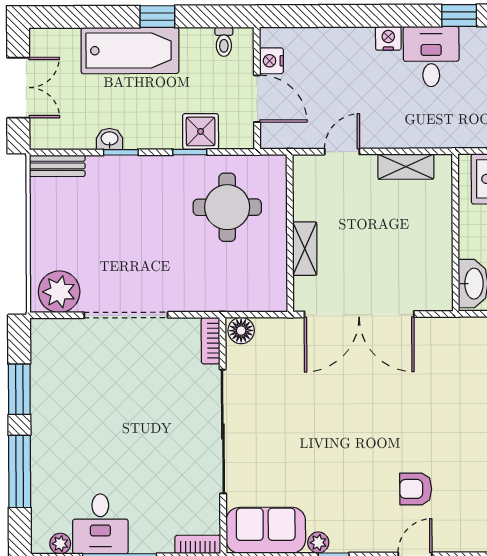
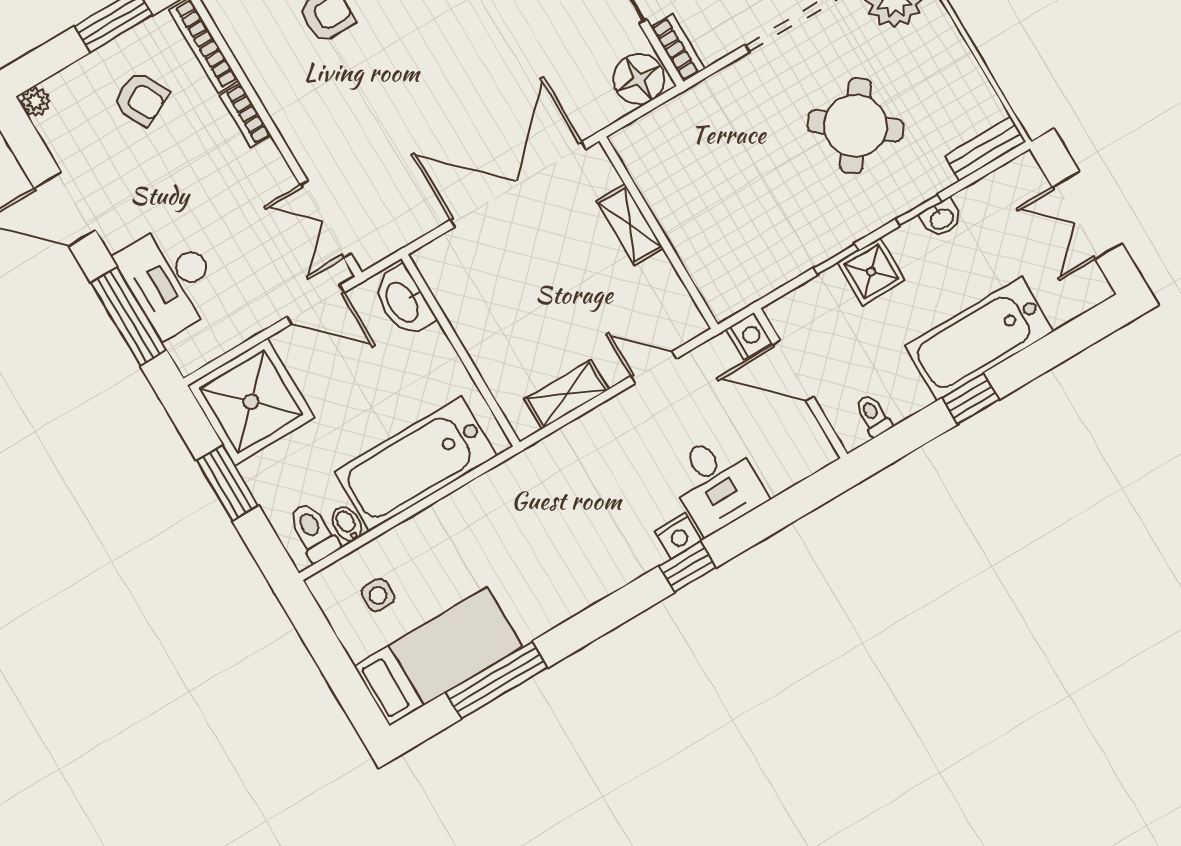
window: (459, 16) -> (688, 567), moved
desk: (431, 57) -> (716, 483), moved
nightstand: (271, 61) -> (749, 336), moved
shower: (201, 131) -> (871, 272), moved
door: (342, 152) -> (654, 367), swing flipped
round table: (227, 207) -> (855, 126), moved, turned 37
floor lamp: (241, 331) -> (639, 79), width x1.38, depth x1.38

